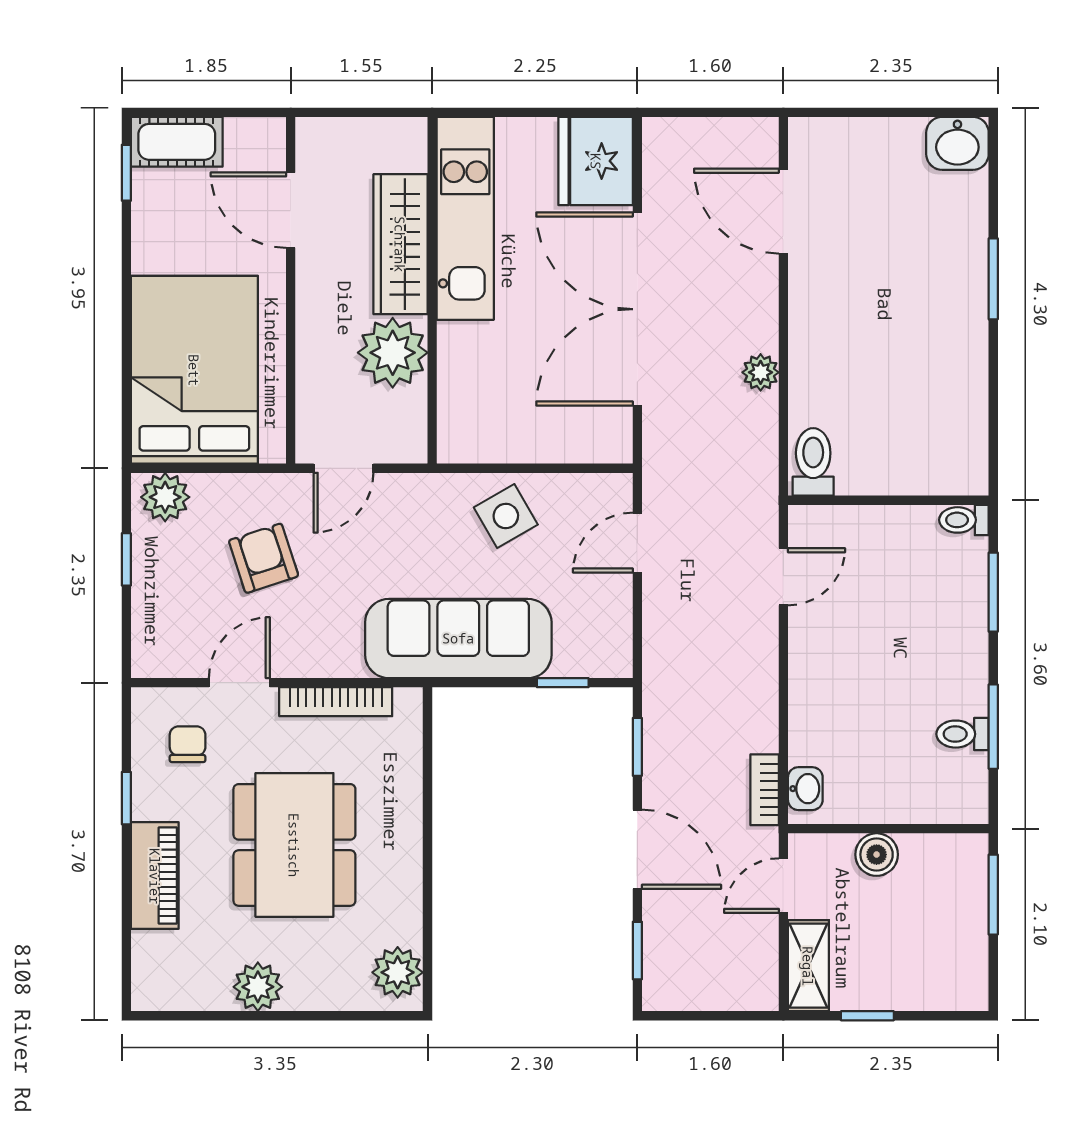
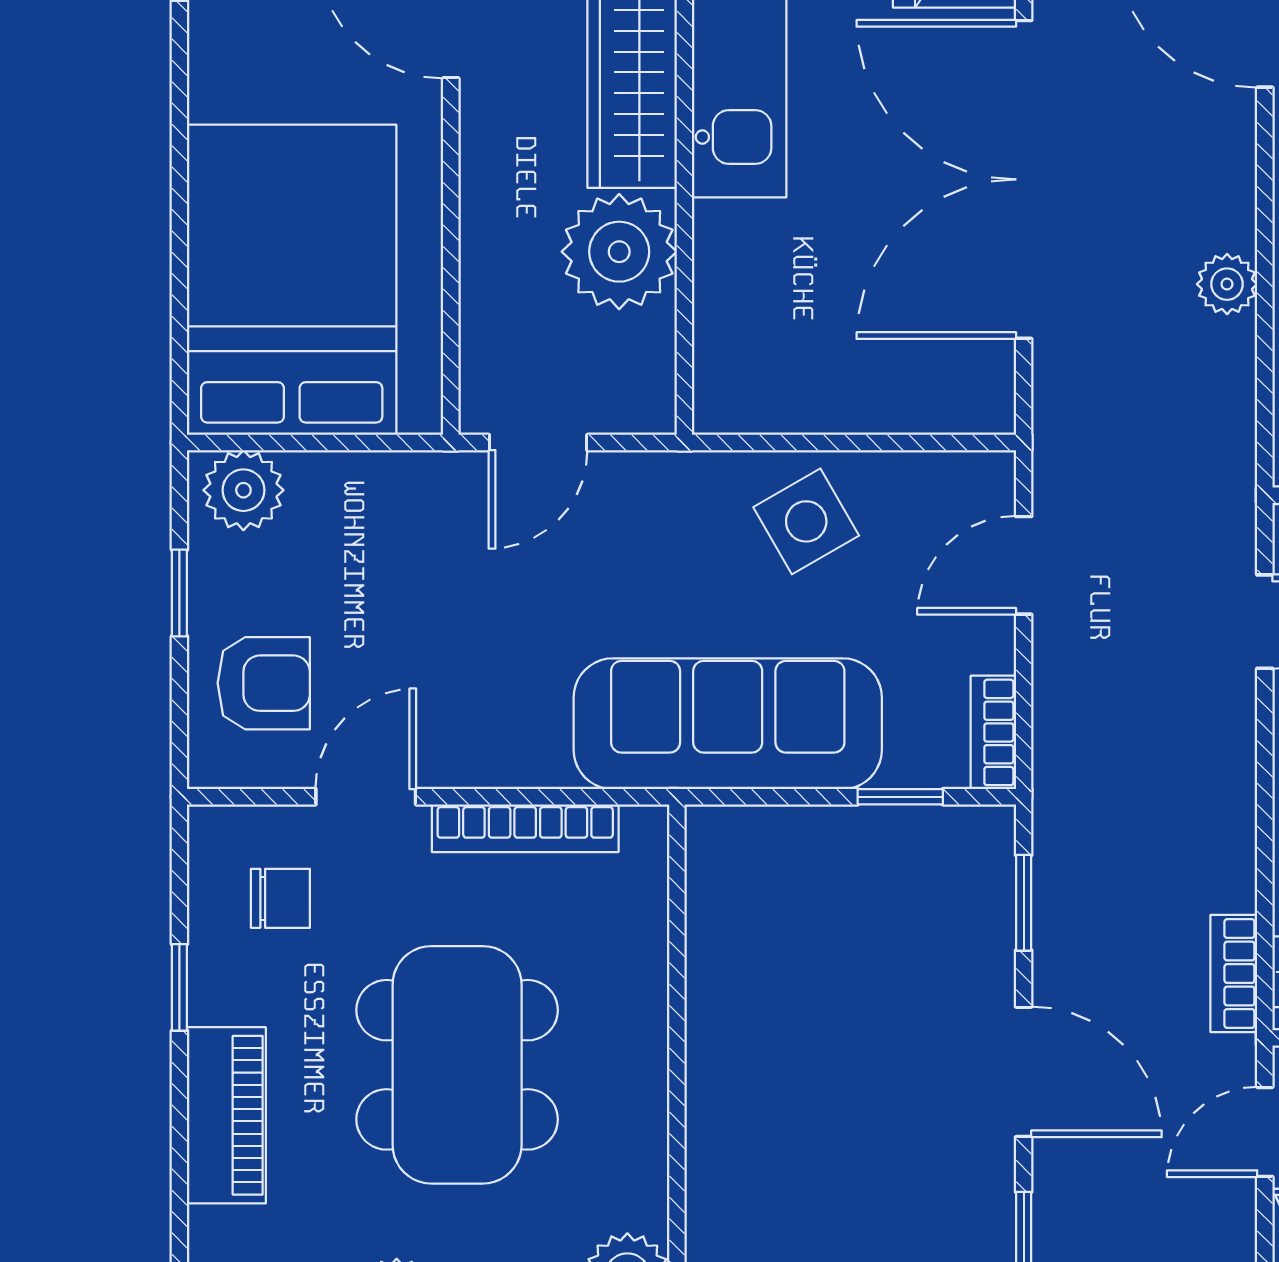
armchair: (264, 558) -> (264, 683), moved, turned 108
bookcase: (619, 644) -> (993, 732), added
chair: (188, 744) -> (280, 898), turned 90

